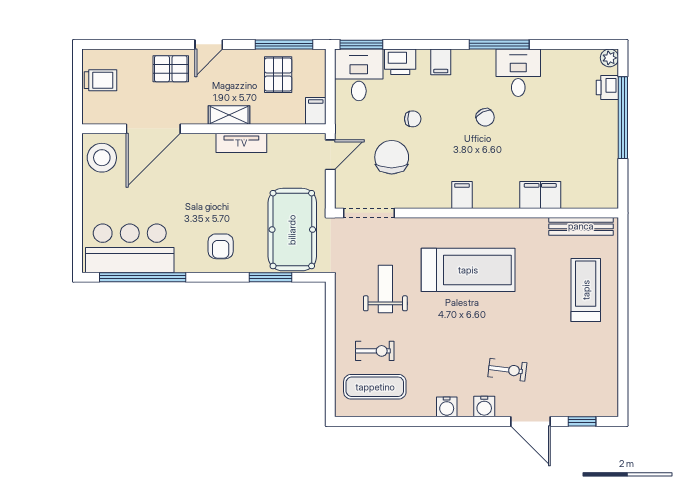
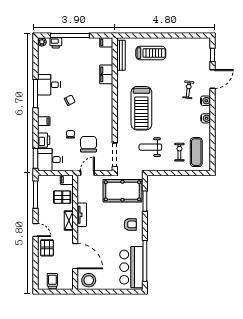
pallet: (278, 75) -> (62, 197), moved
door: (330, 155) -> (87, 173), hinge flipped
chair: (392, 157) -> (88, 144), turned 90
filing cabinet: (462, 195) -> (106, 42), moved
treadmill: (468, 270) -> (141, 108), turned 180
treadmill: (586, 290) -> (151, 53), turned 180

